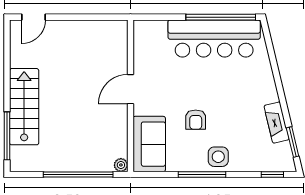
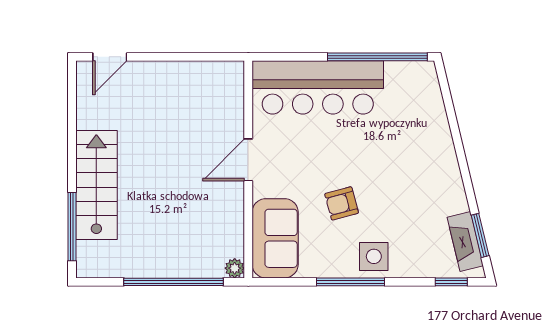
bar counter: (214, 39) -> (318, 87), moved
armchair: (196, 120) -> (342, 203), turned 75
fireplace: (277, 123) -> (465, 241), moved

